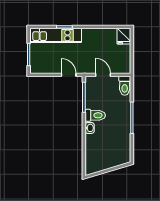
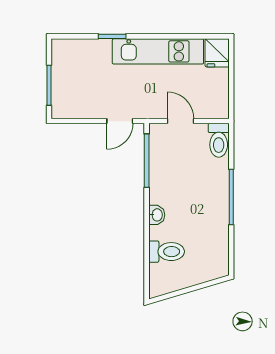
kitchen unit: (56, 35) -> (158, 51), moved
door: (69, 75) -> (120, 121), swing flipped
toilet: (95, 115) -> (167, 252), moved

